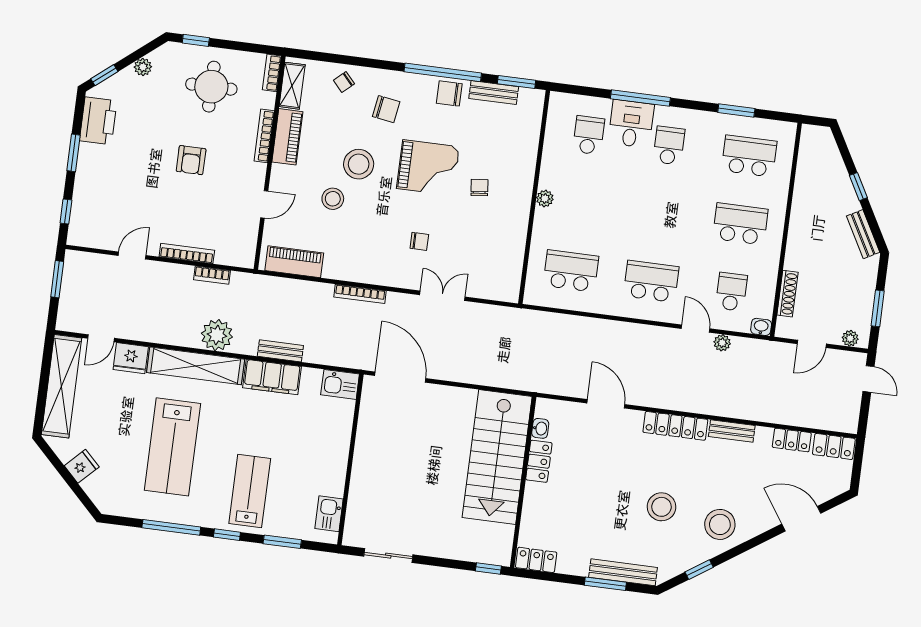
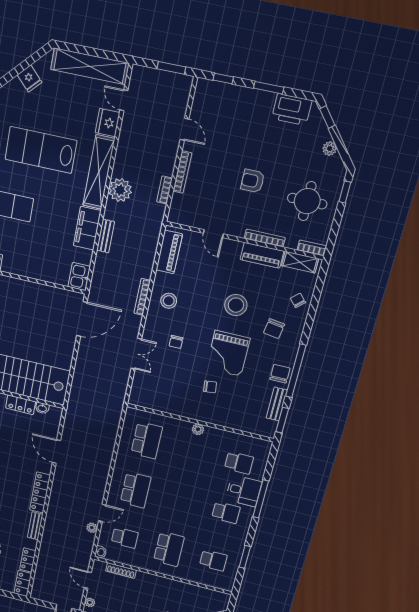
school desk: (749, 156) -> (213, 560), width x0.54
stool: (333, 199) -> (169, 301), moved
door: (606, 404) -> (56, 452), swing flipped

